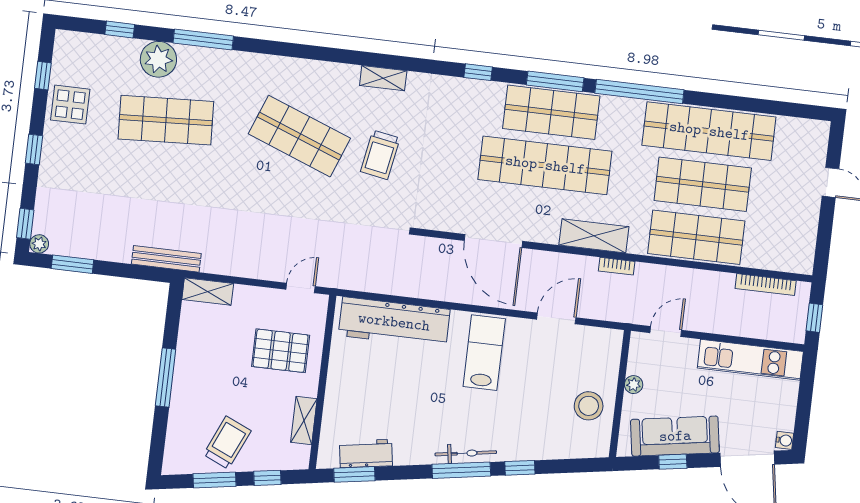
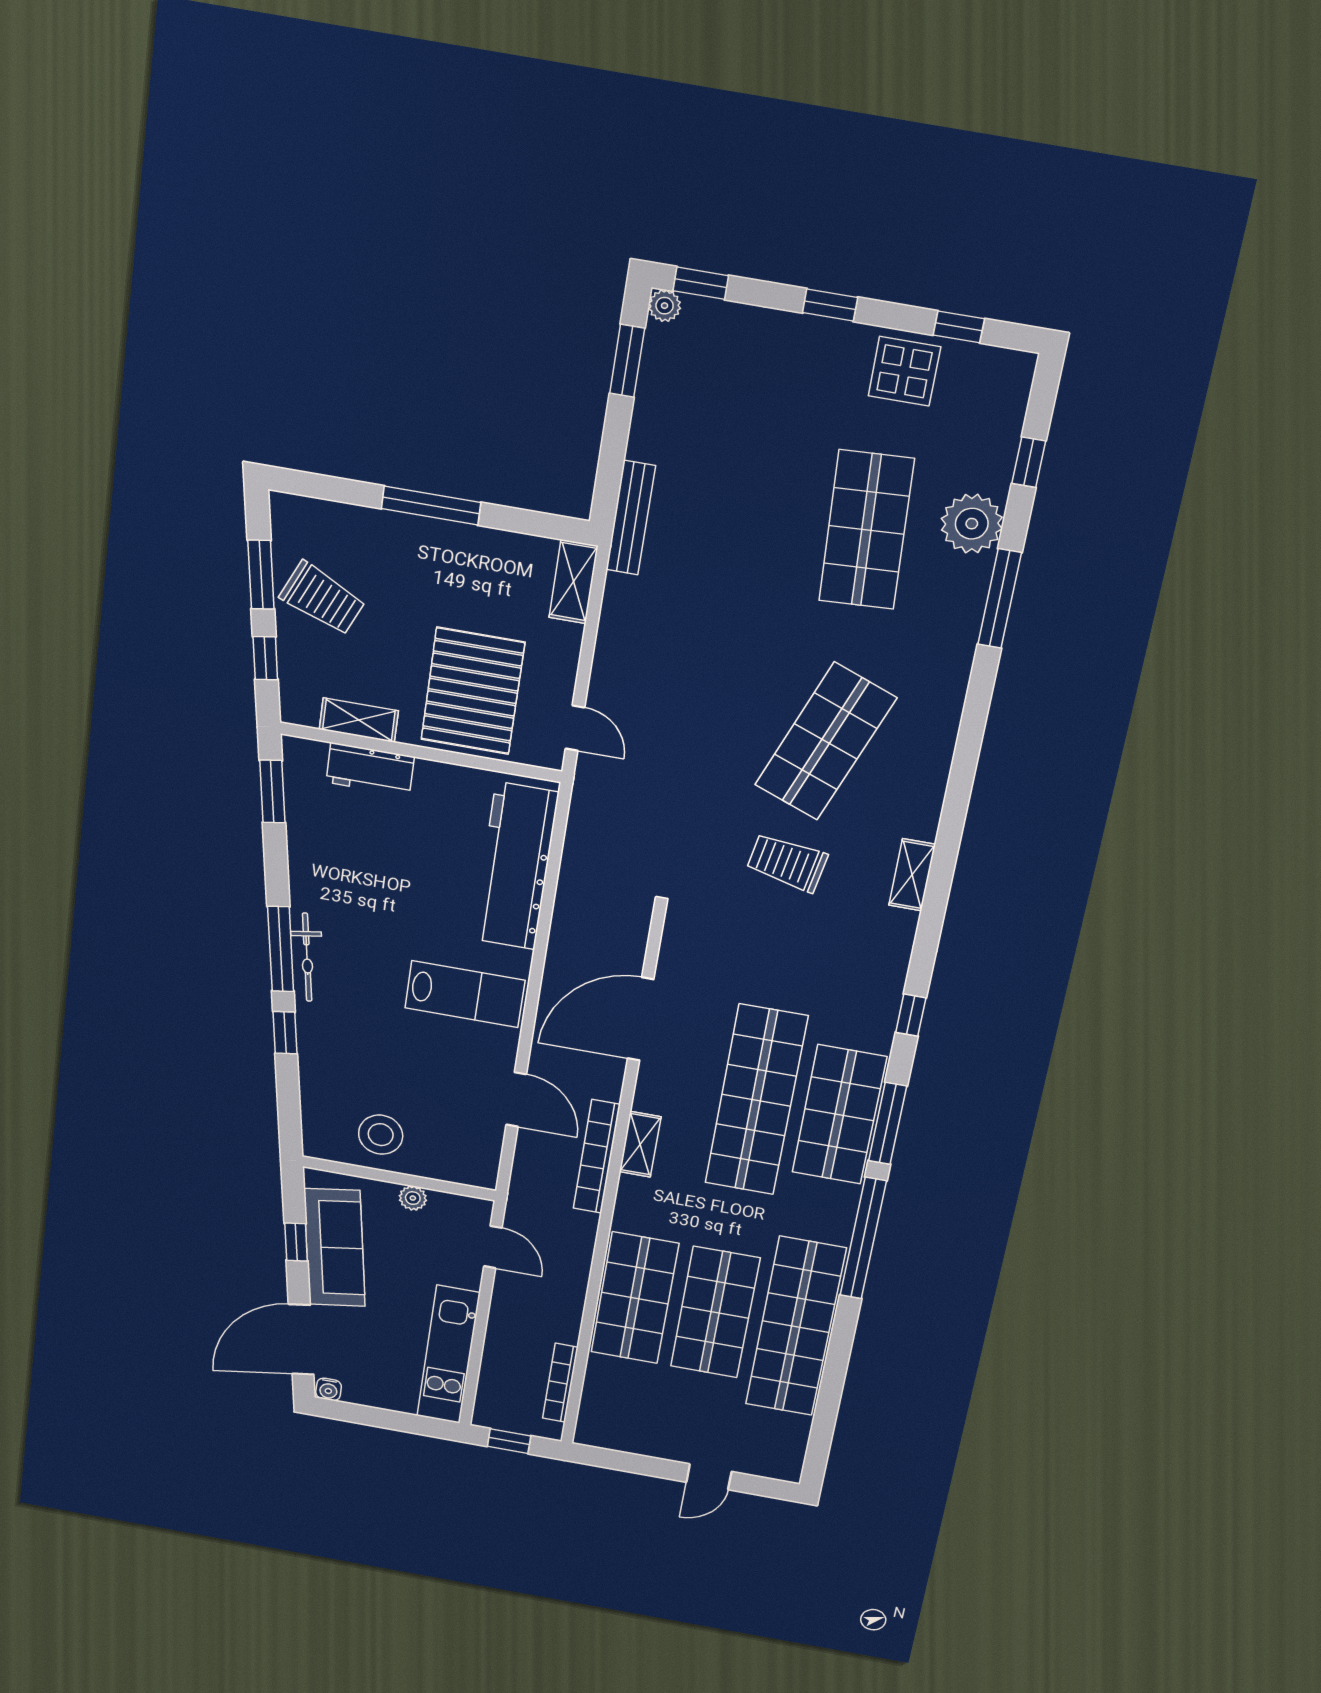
shelving: (594, 236) -> (640, 1144), width x0.67, depth x0.75
bookcase: (617, 266) -> (597, 1157), width x2.31, depth x1.31
pallet: (281, 351) -> (473, 691), width x1.37, depth x1.41
workbench: (366, 454) -> (370, 770), moved, turned 99

